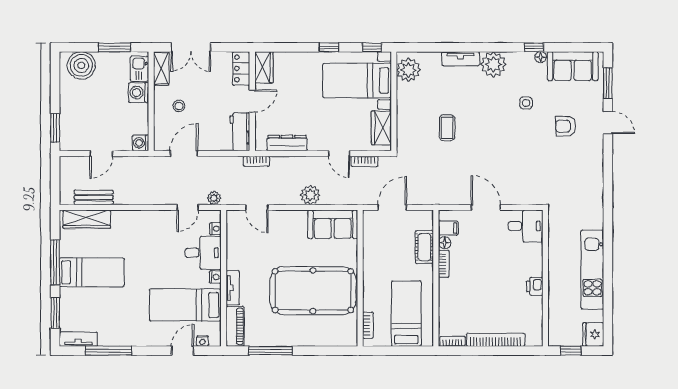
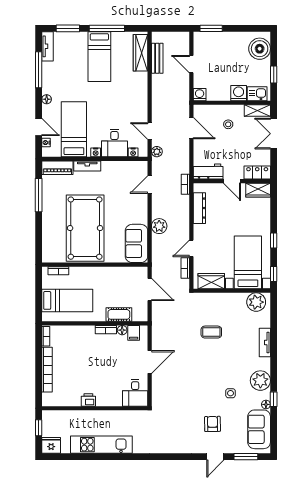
window: (115, 47) -> (274, 74), width x0.67
plant: (493, 64) -> (260, 381), moved
floor lamp: (147, 340) -> (47, 99), added

